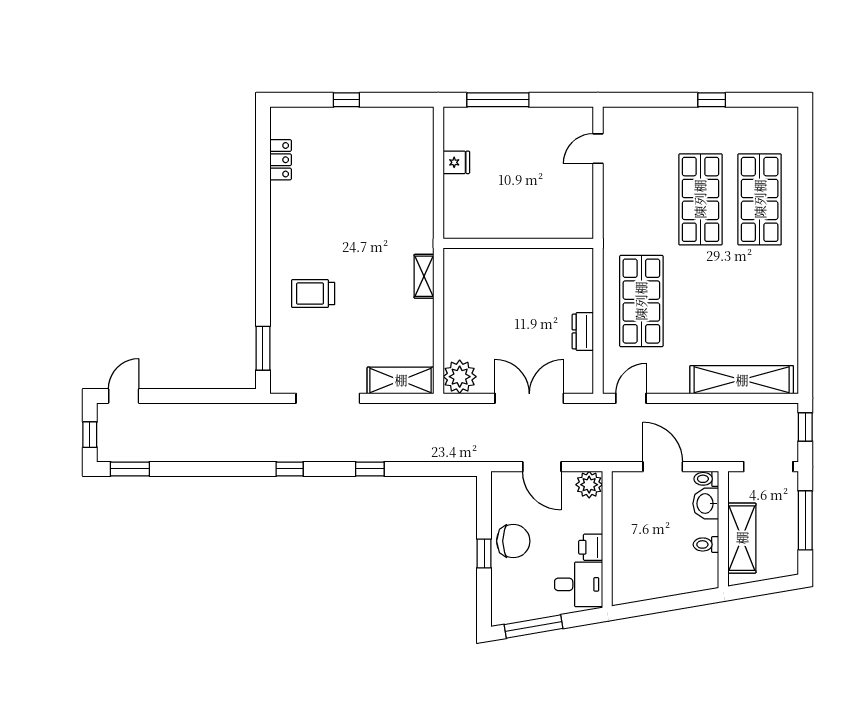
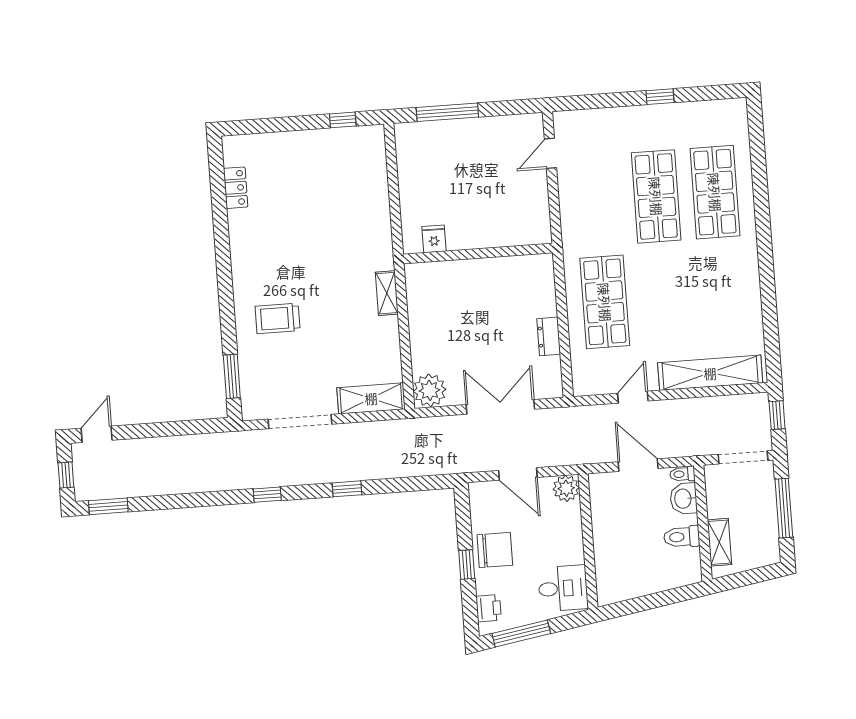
window: (346, 100) -> (343, 120), moved
fridge: (456, 162) -> (434, 239), moved, turned -90
door: (631, 398) -> (633, 397), moved
shelving: (742, 538) -> (719, 542), width x0.67, depth x0.75
toilet: (706, 544) -> (682, 537), width x1.37, depth x1.39
printer: (591, 547) -> (489, 608), moved, turned 180

